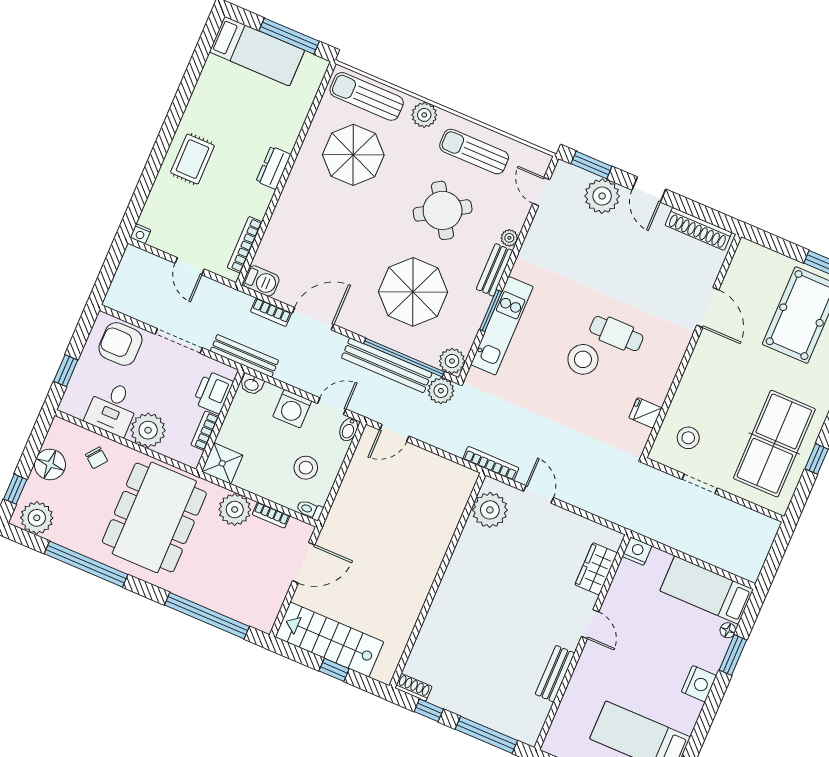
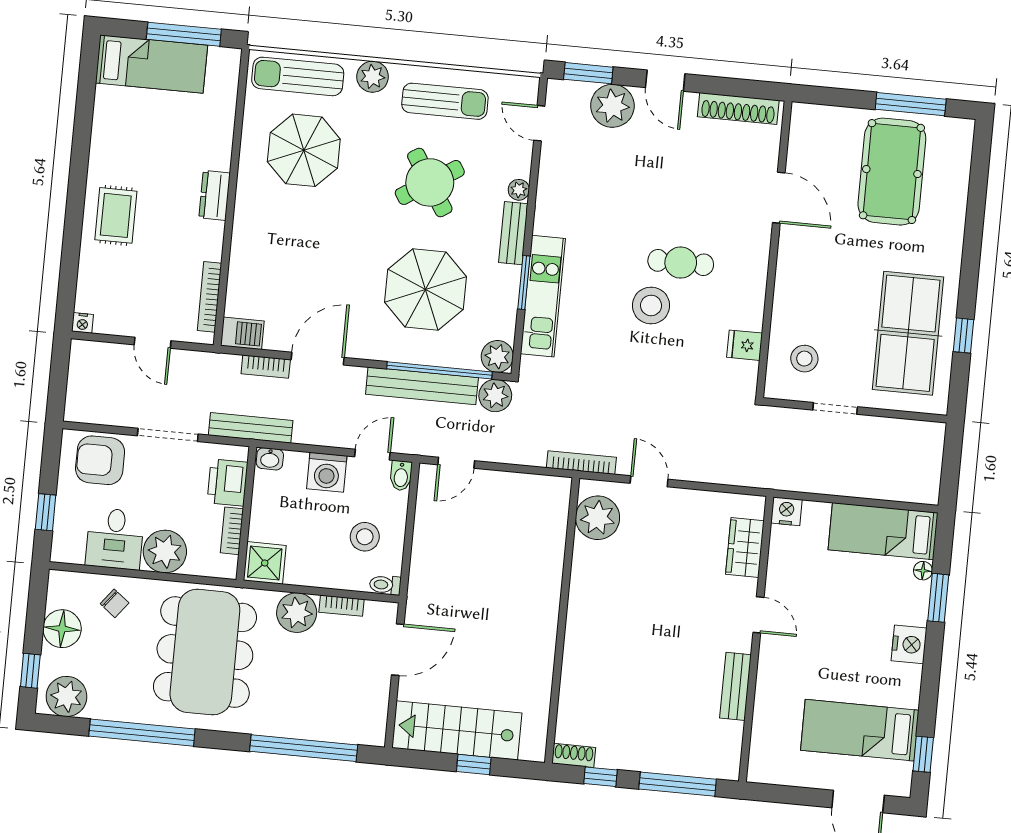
sun lounger: (474, 152) -> (445, 101), turned 180

